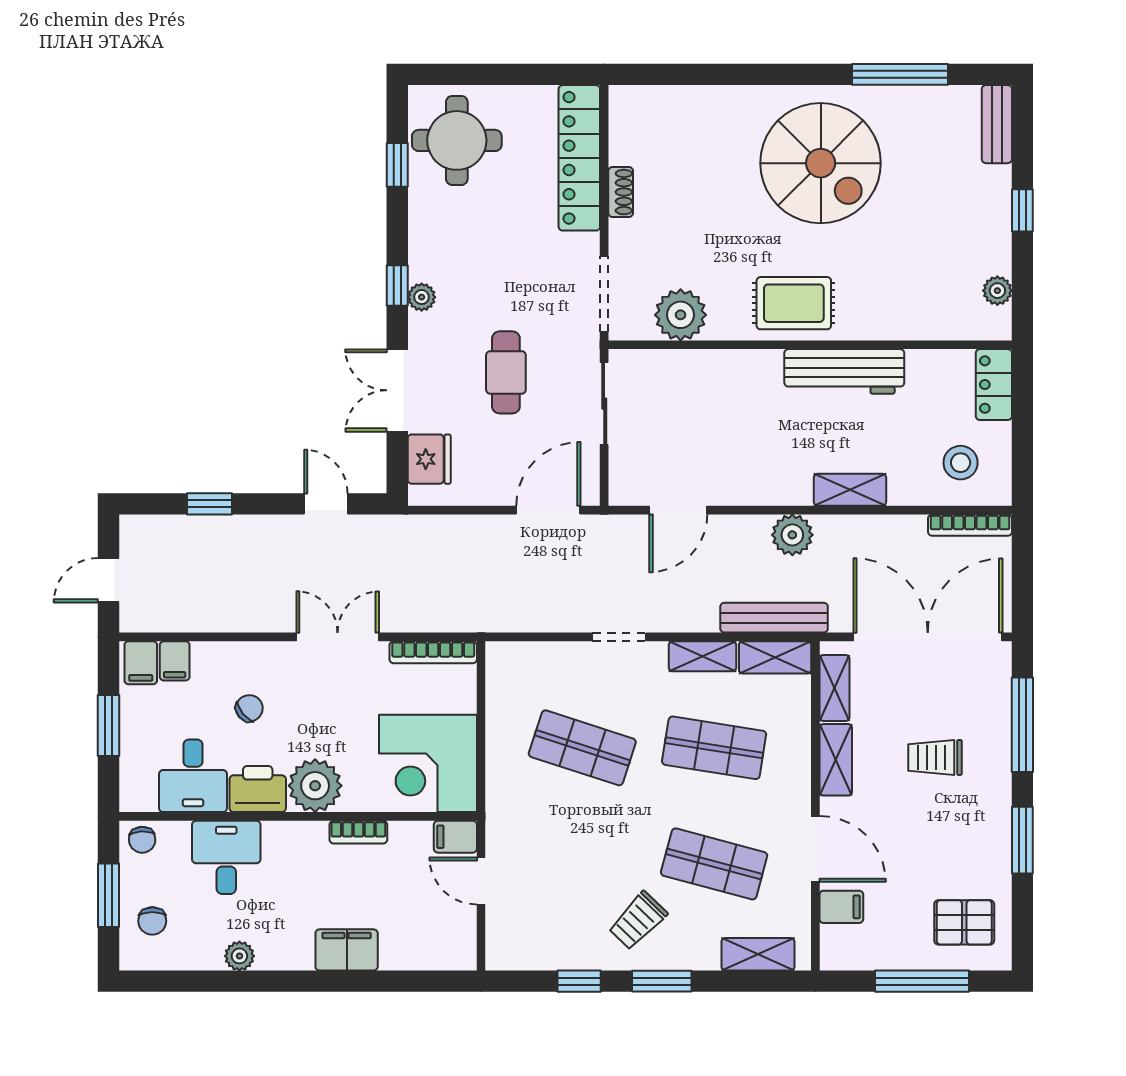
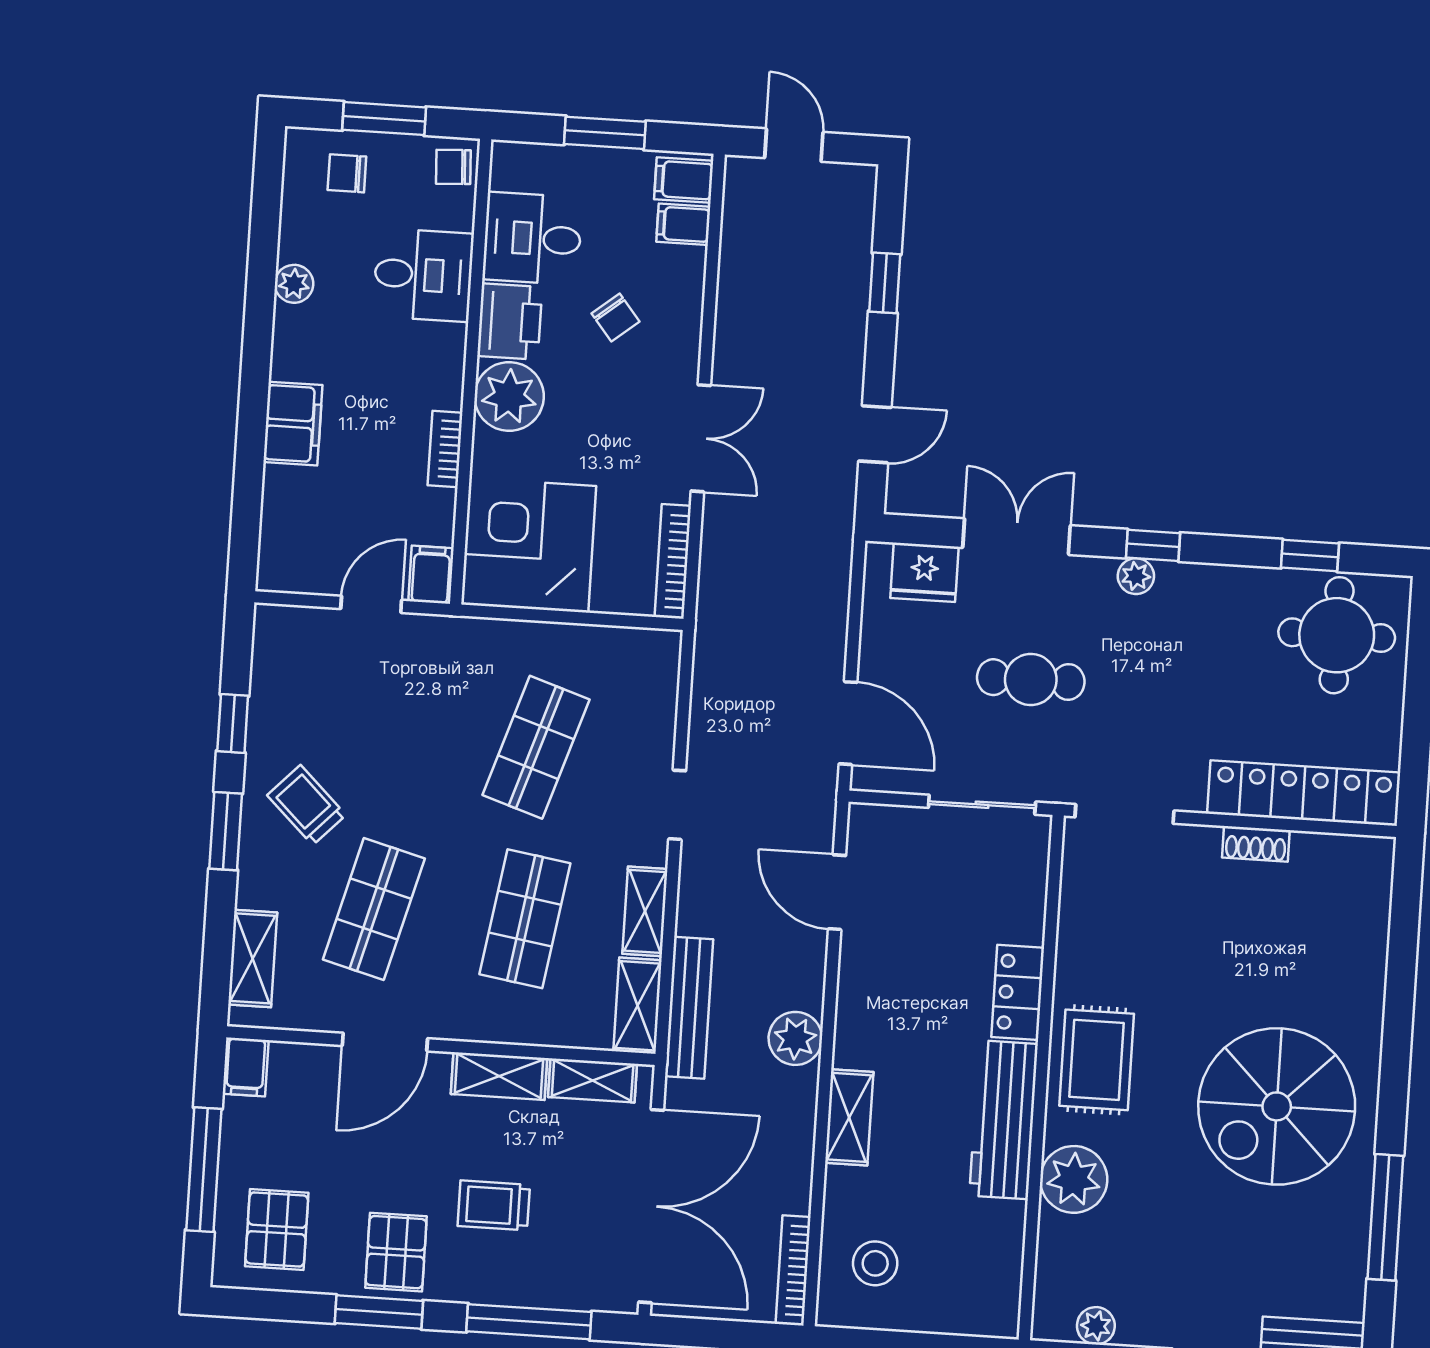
plant: (681, 315) -> (1074, 1179), moved
locker: (994, 385) -> (1018, 992), moved, turned -90
trolley: (935, 757) -> (494, 1205), turned -90
pallet: (976, 830) -> (396, 1252), added
filing cabinet: (841, 907) -> (246, 1067), moved

